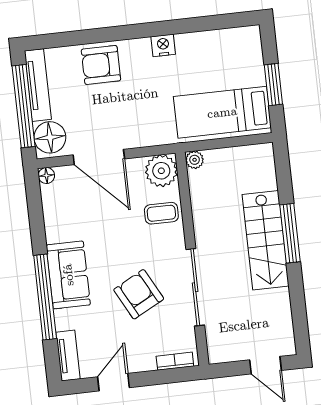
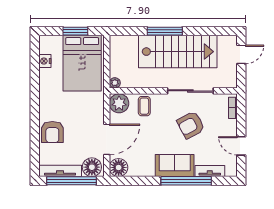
nightstand: (163, 45) -> (45, 61), moved
bed: (222, 112) -> (82, 63), width x1.50
floor lamp: (46, 176) -> (119, 167), width x1.89, depth x1.89
stairs: (266, 240) -> (178, 52), width x1.36, depth x1.51
tv unit: (68, 356) -> (210, 171), moved

